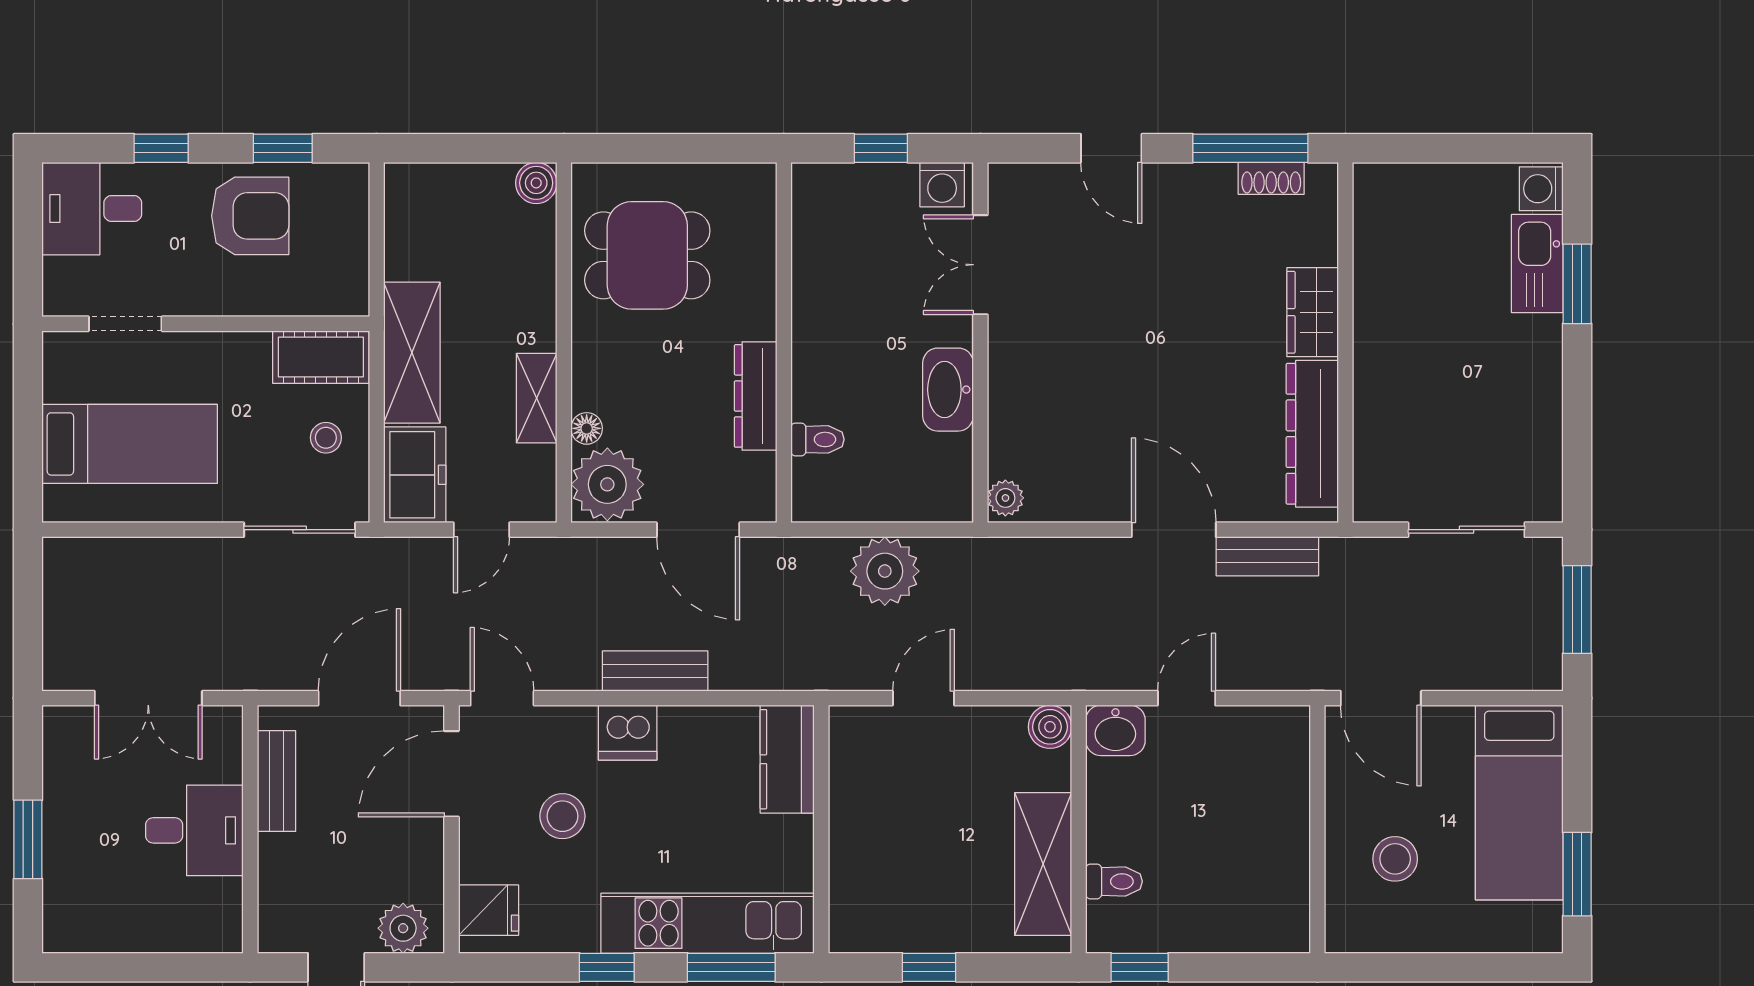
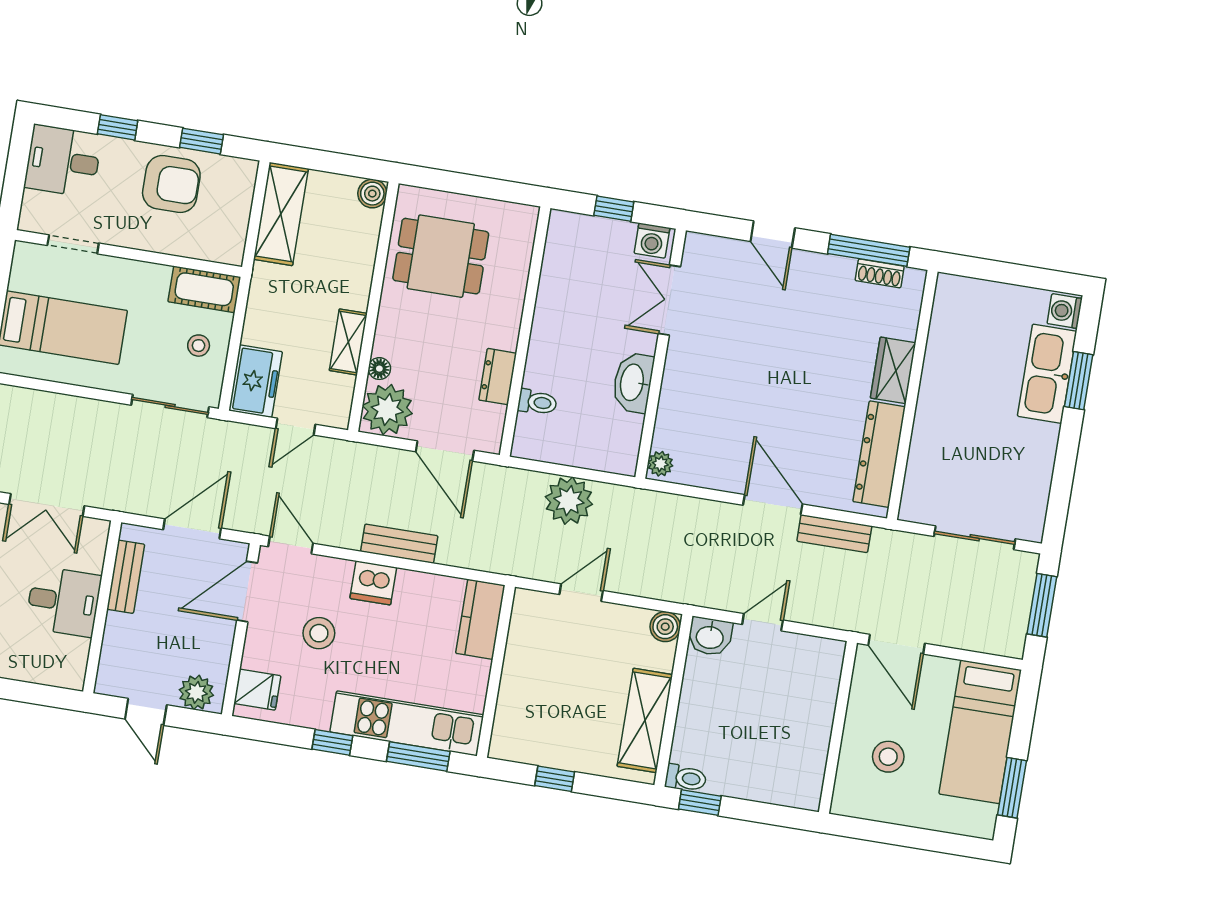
kitchen sink: (1537, 263) -> (1047, 374), width x1.36, depth x1.24
shelving: (412, 353) -> (281, 214), moved
dresser: (756, 396) -> (498, 377), width x0.70
toilet: (1114, 881) -> (686, 778), moved

